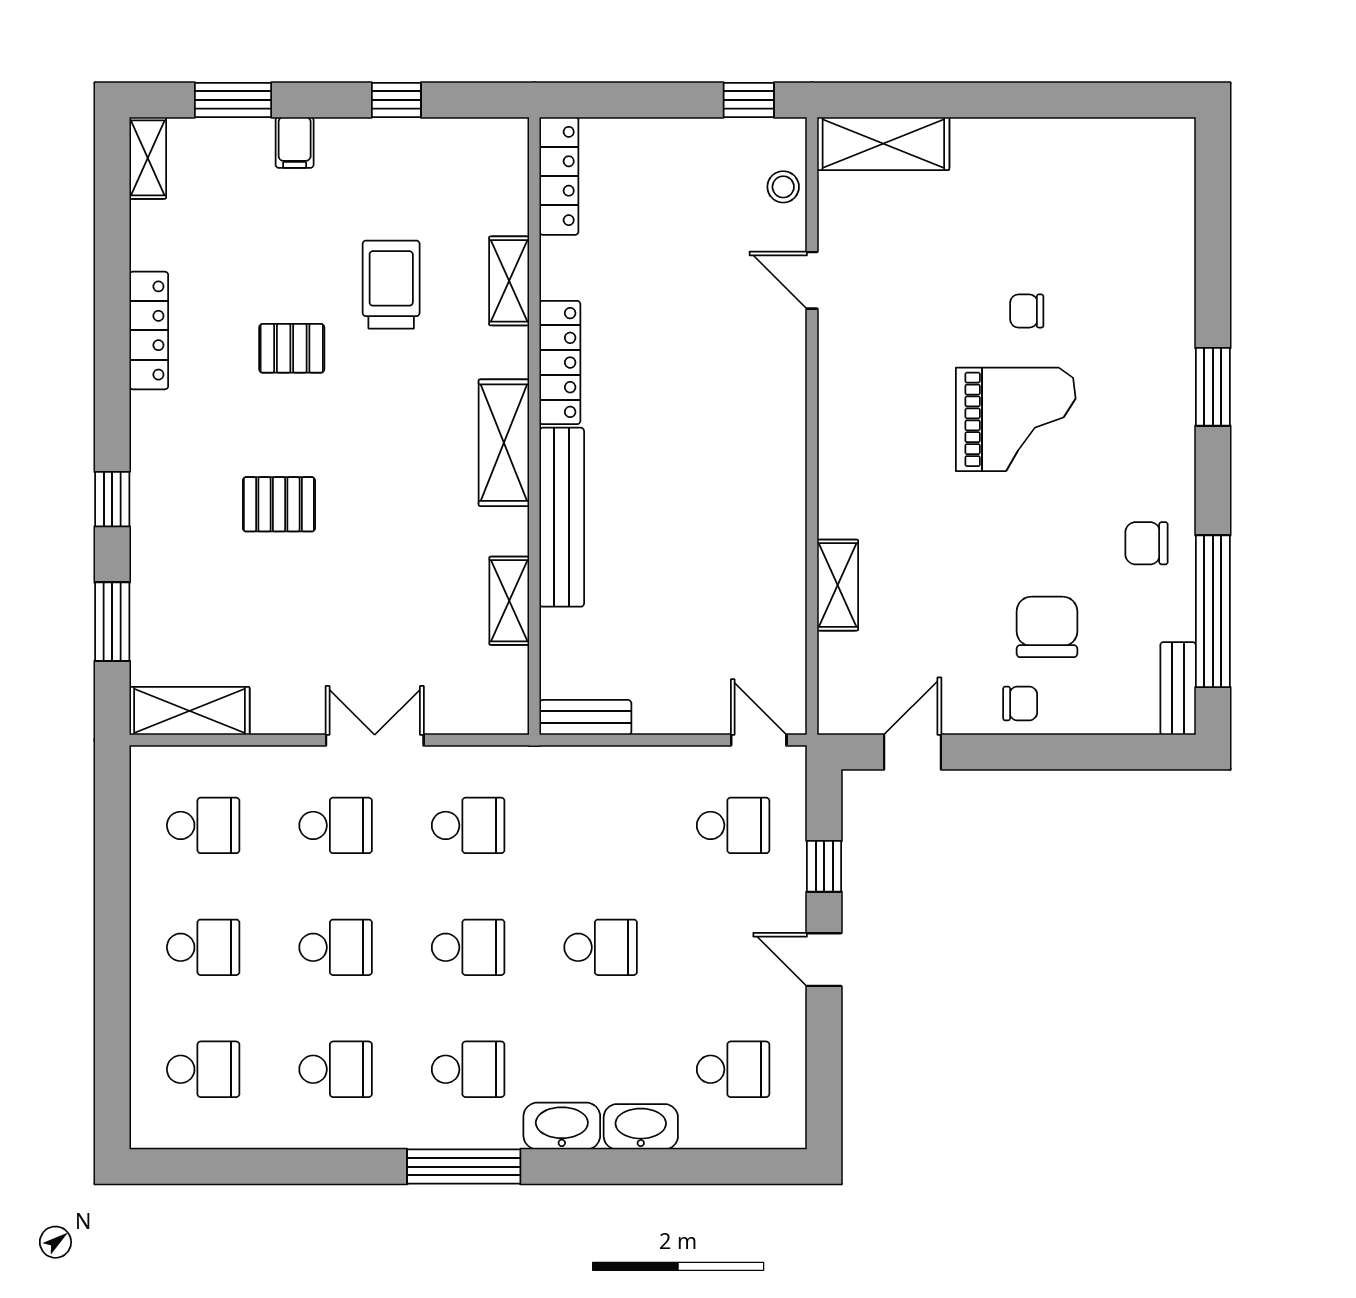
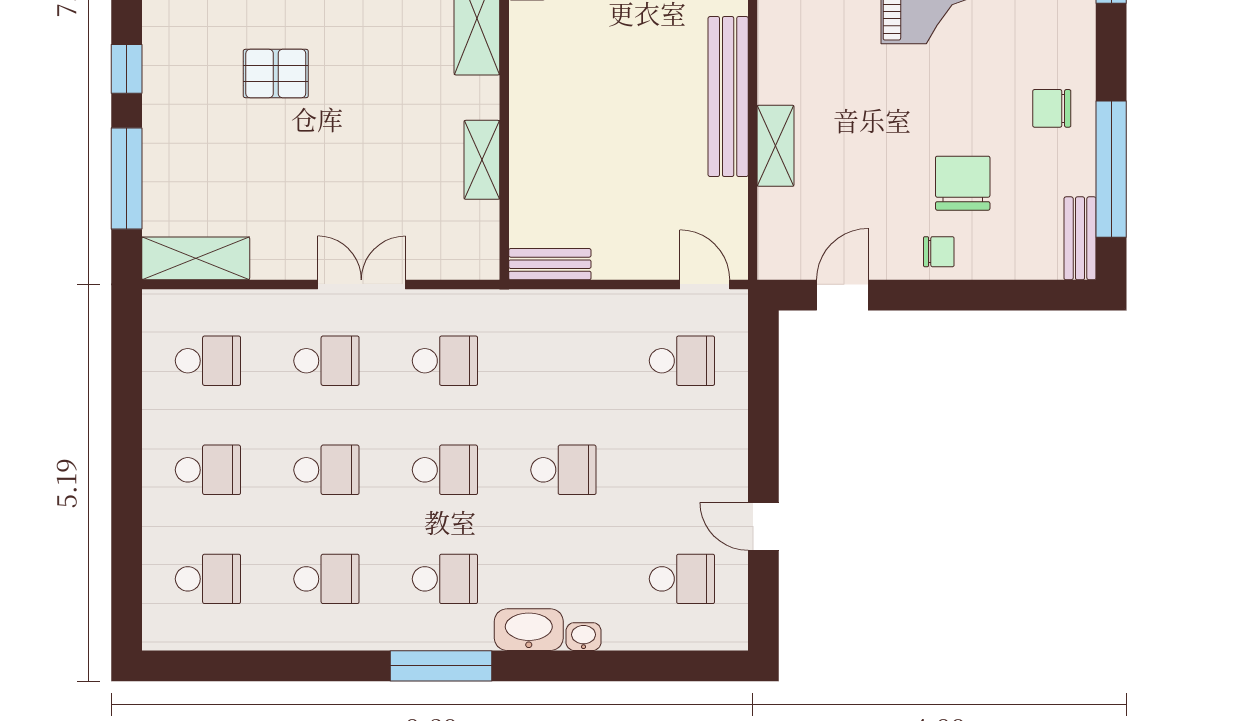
bench: (562, 517) -> (728, 97), moved
window: (112, 622) -> (127, 179), width x1.44
window: (824, 866) -> (763, 397), removed
door: (824, 960) -> (763, 526), moved
washbasin: (641, 1127) -> (584, 637), width x0.52, depth x0.69

